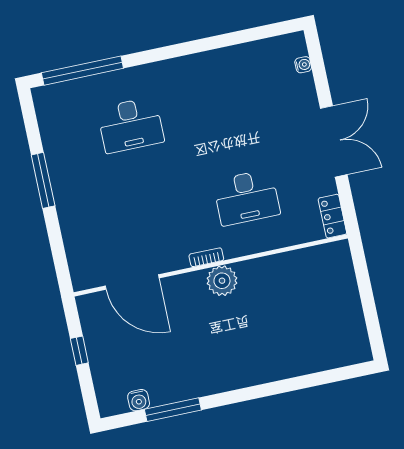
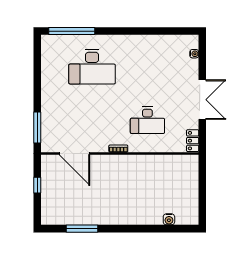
desk: (131, 125) -> (92, 67), width x1.36, depth x1.30
window: (43, 180) -> (37, 127), moved
plant: (222, 281) -> (124, 163), removed
water cooler: (139, 400) -> (169, 219), moved

